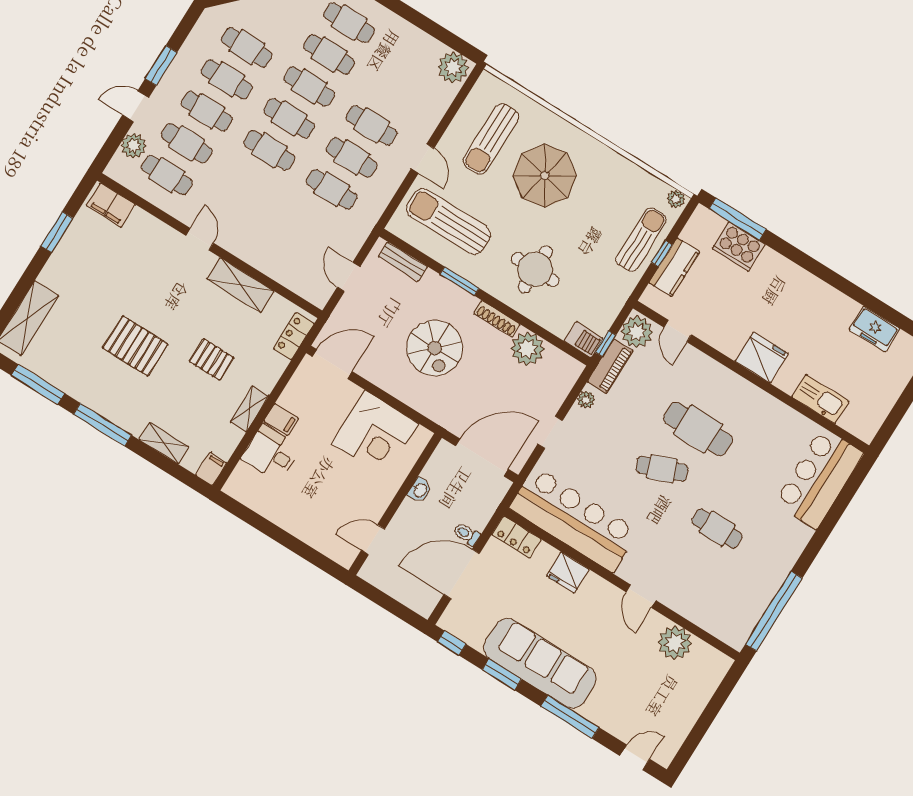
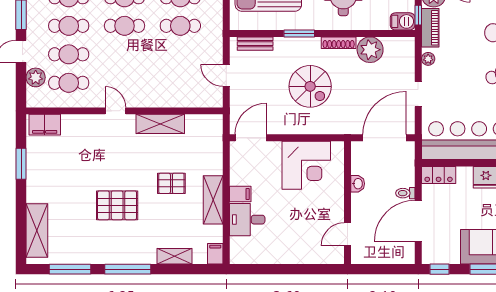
locker: (294, 336) -> (215, 135), removed
shelving: (250, 409) -> (213, 200), width x1.50, depth x1.33

